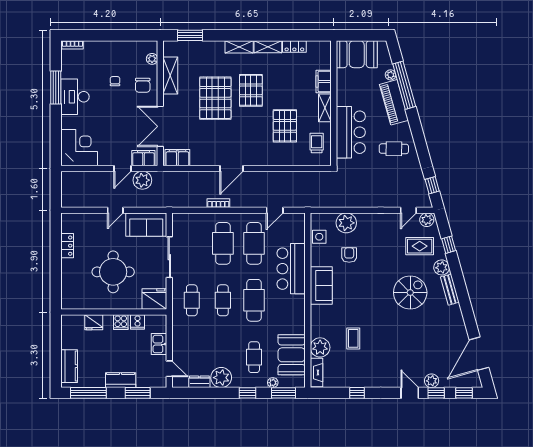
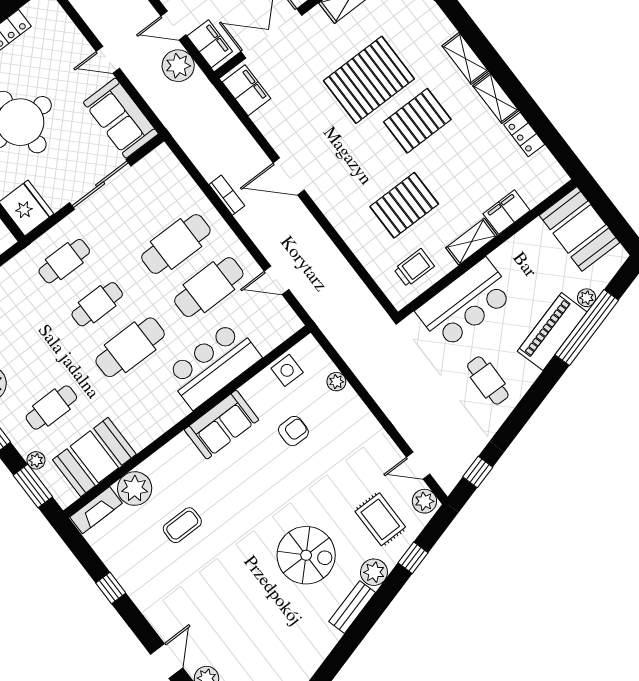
plant: (346, 223) -> (336, 382), width x0.53, depth x0.53

